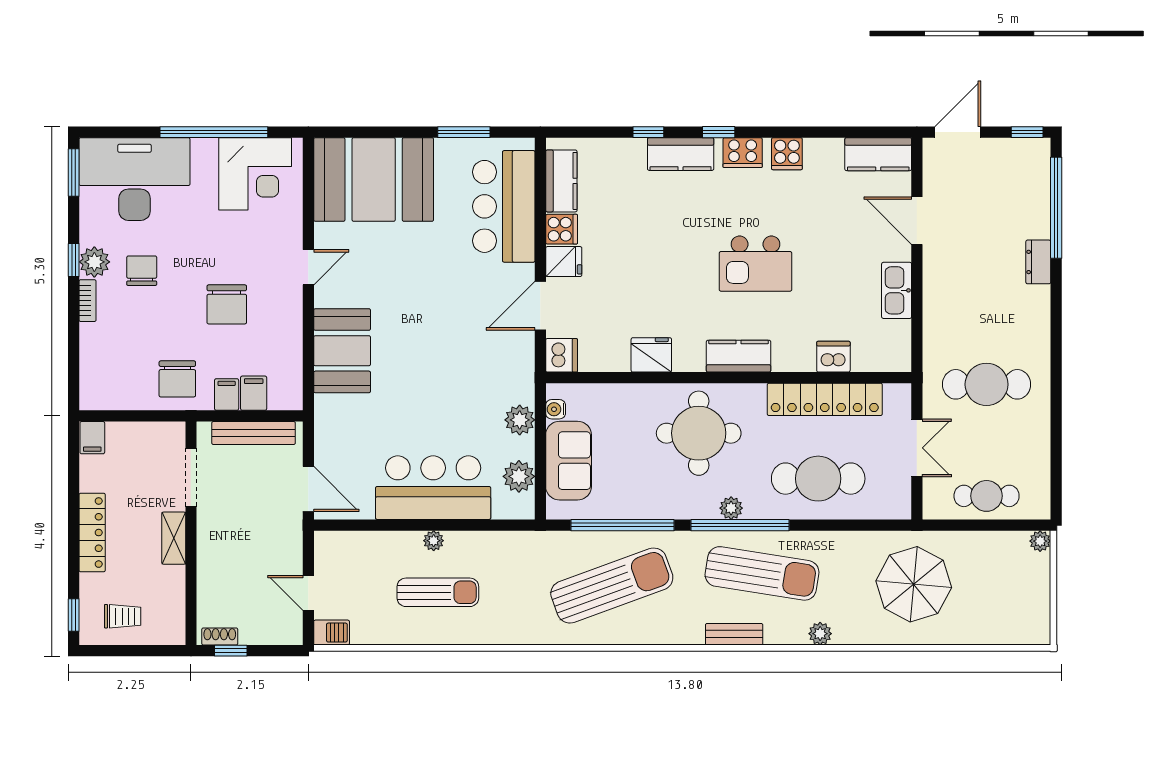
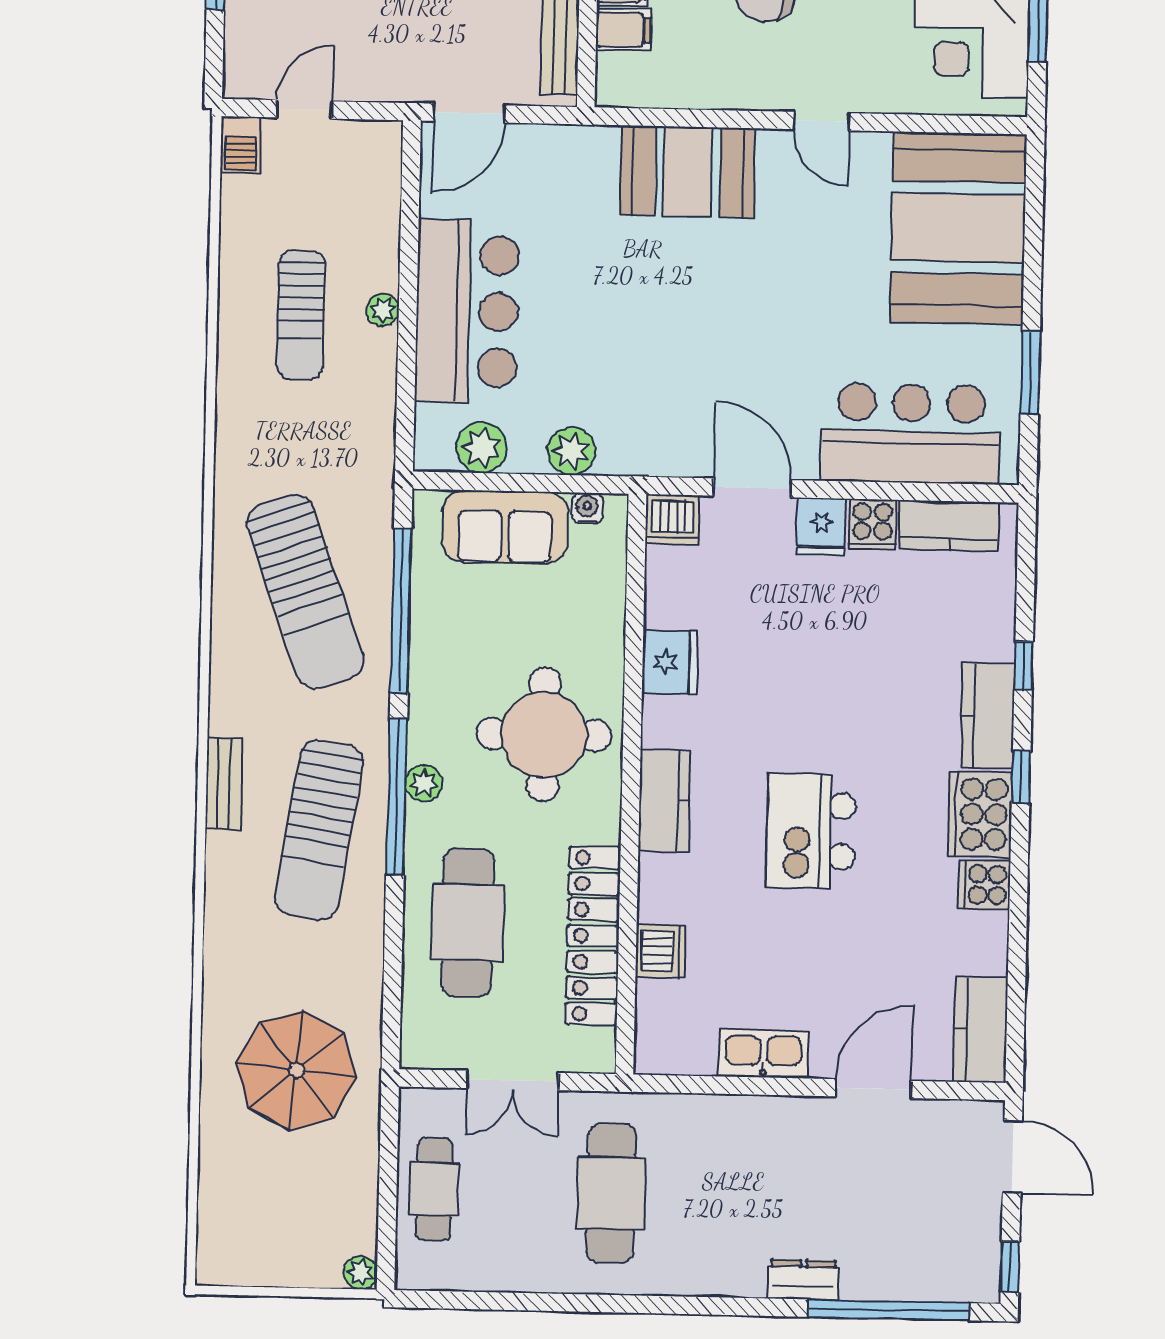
cooker: (743, 153) -> (980, 814), width x1.37, depth x1.31
plant: (820, 634) -> (221, 920), removed

